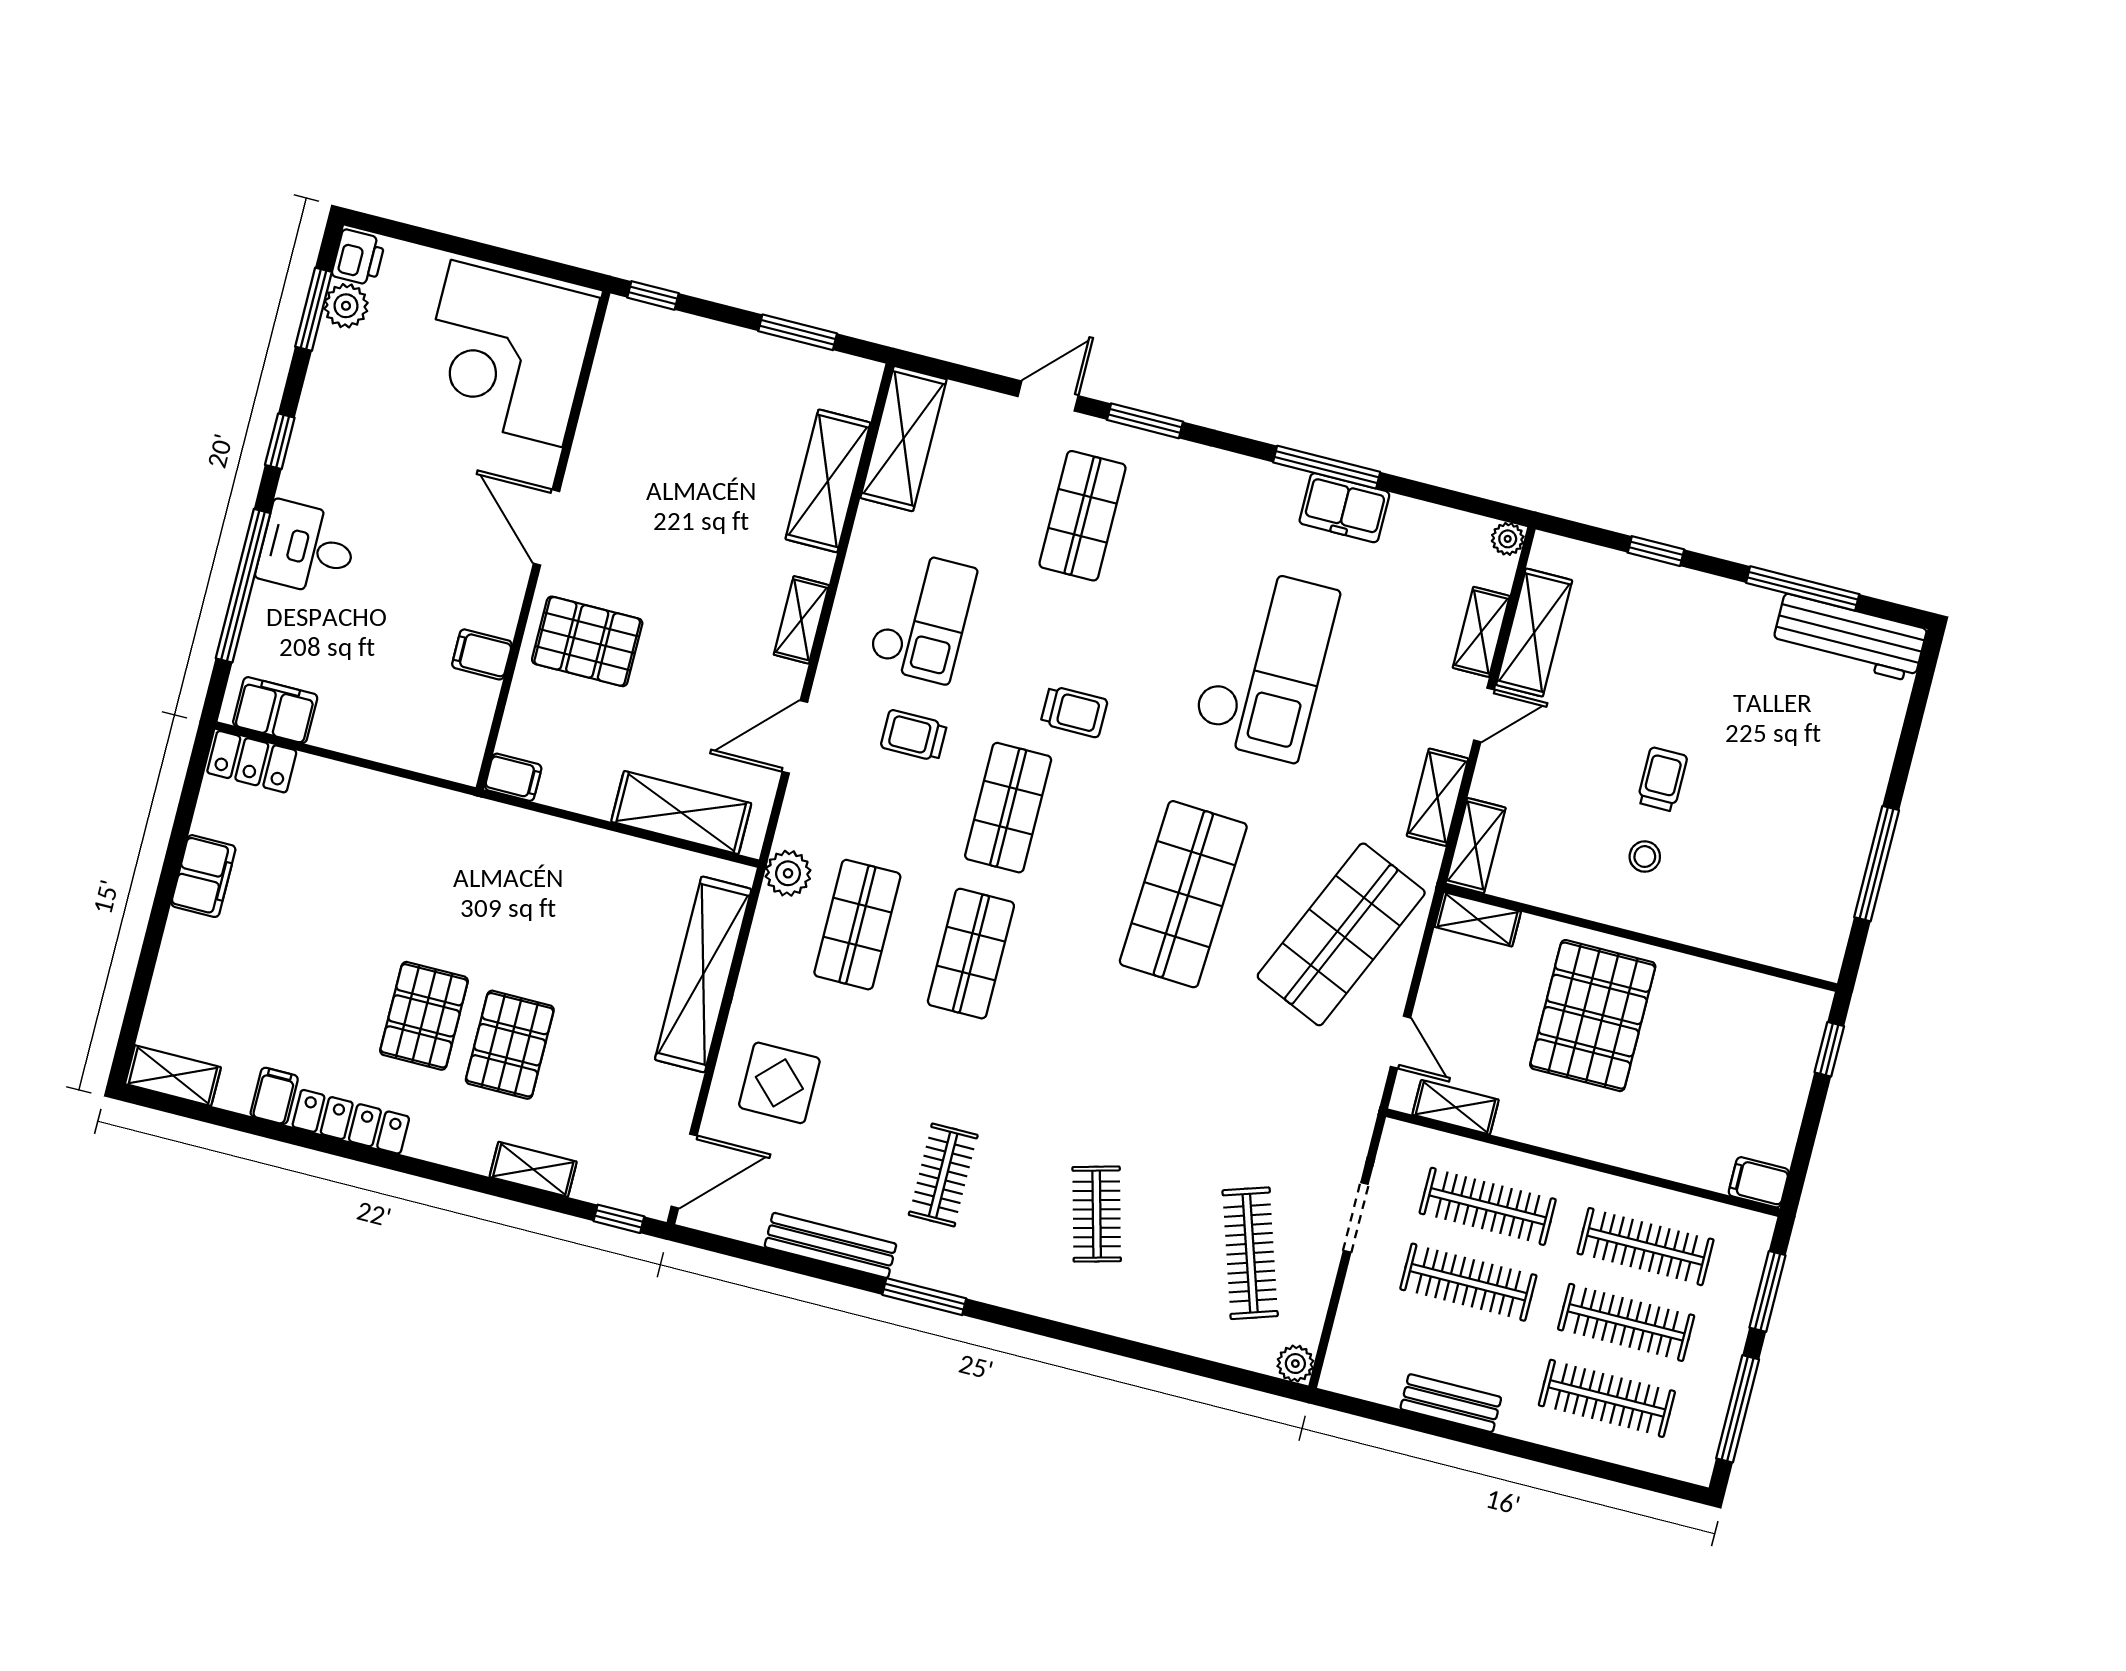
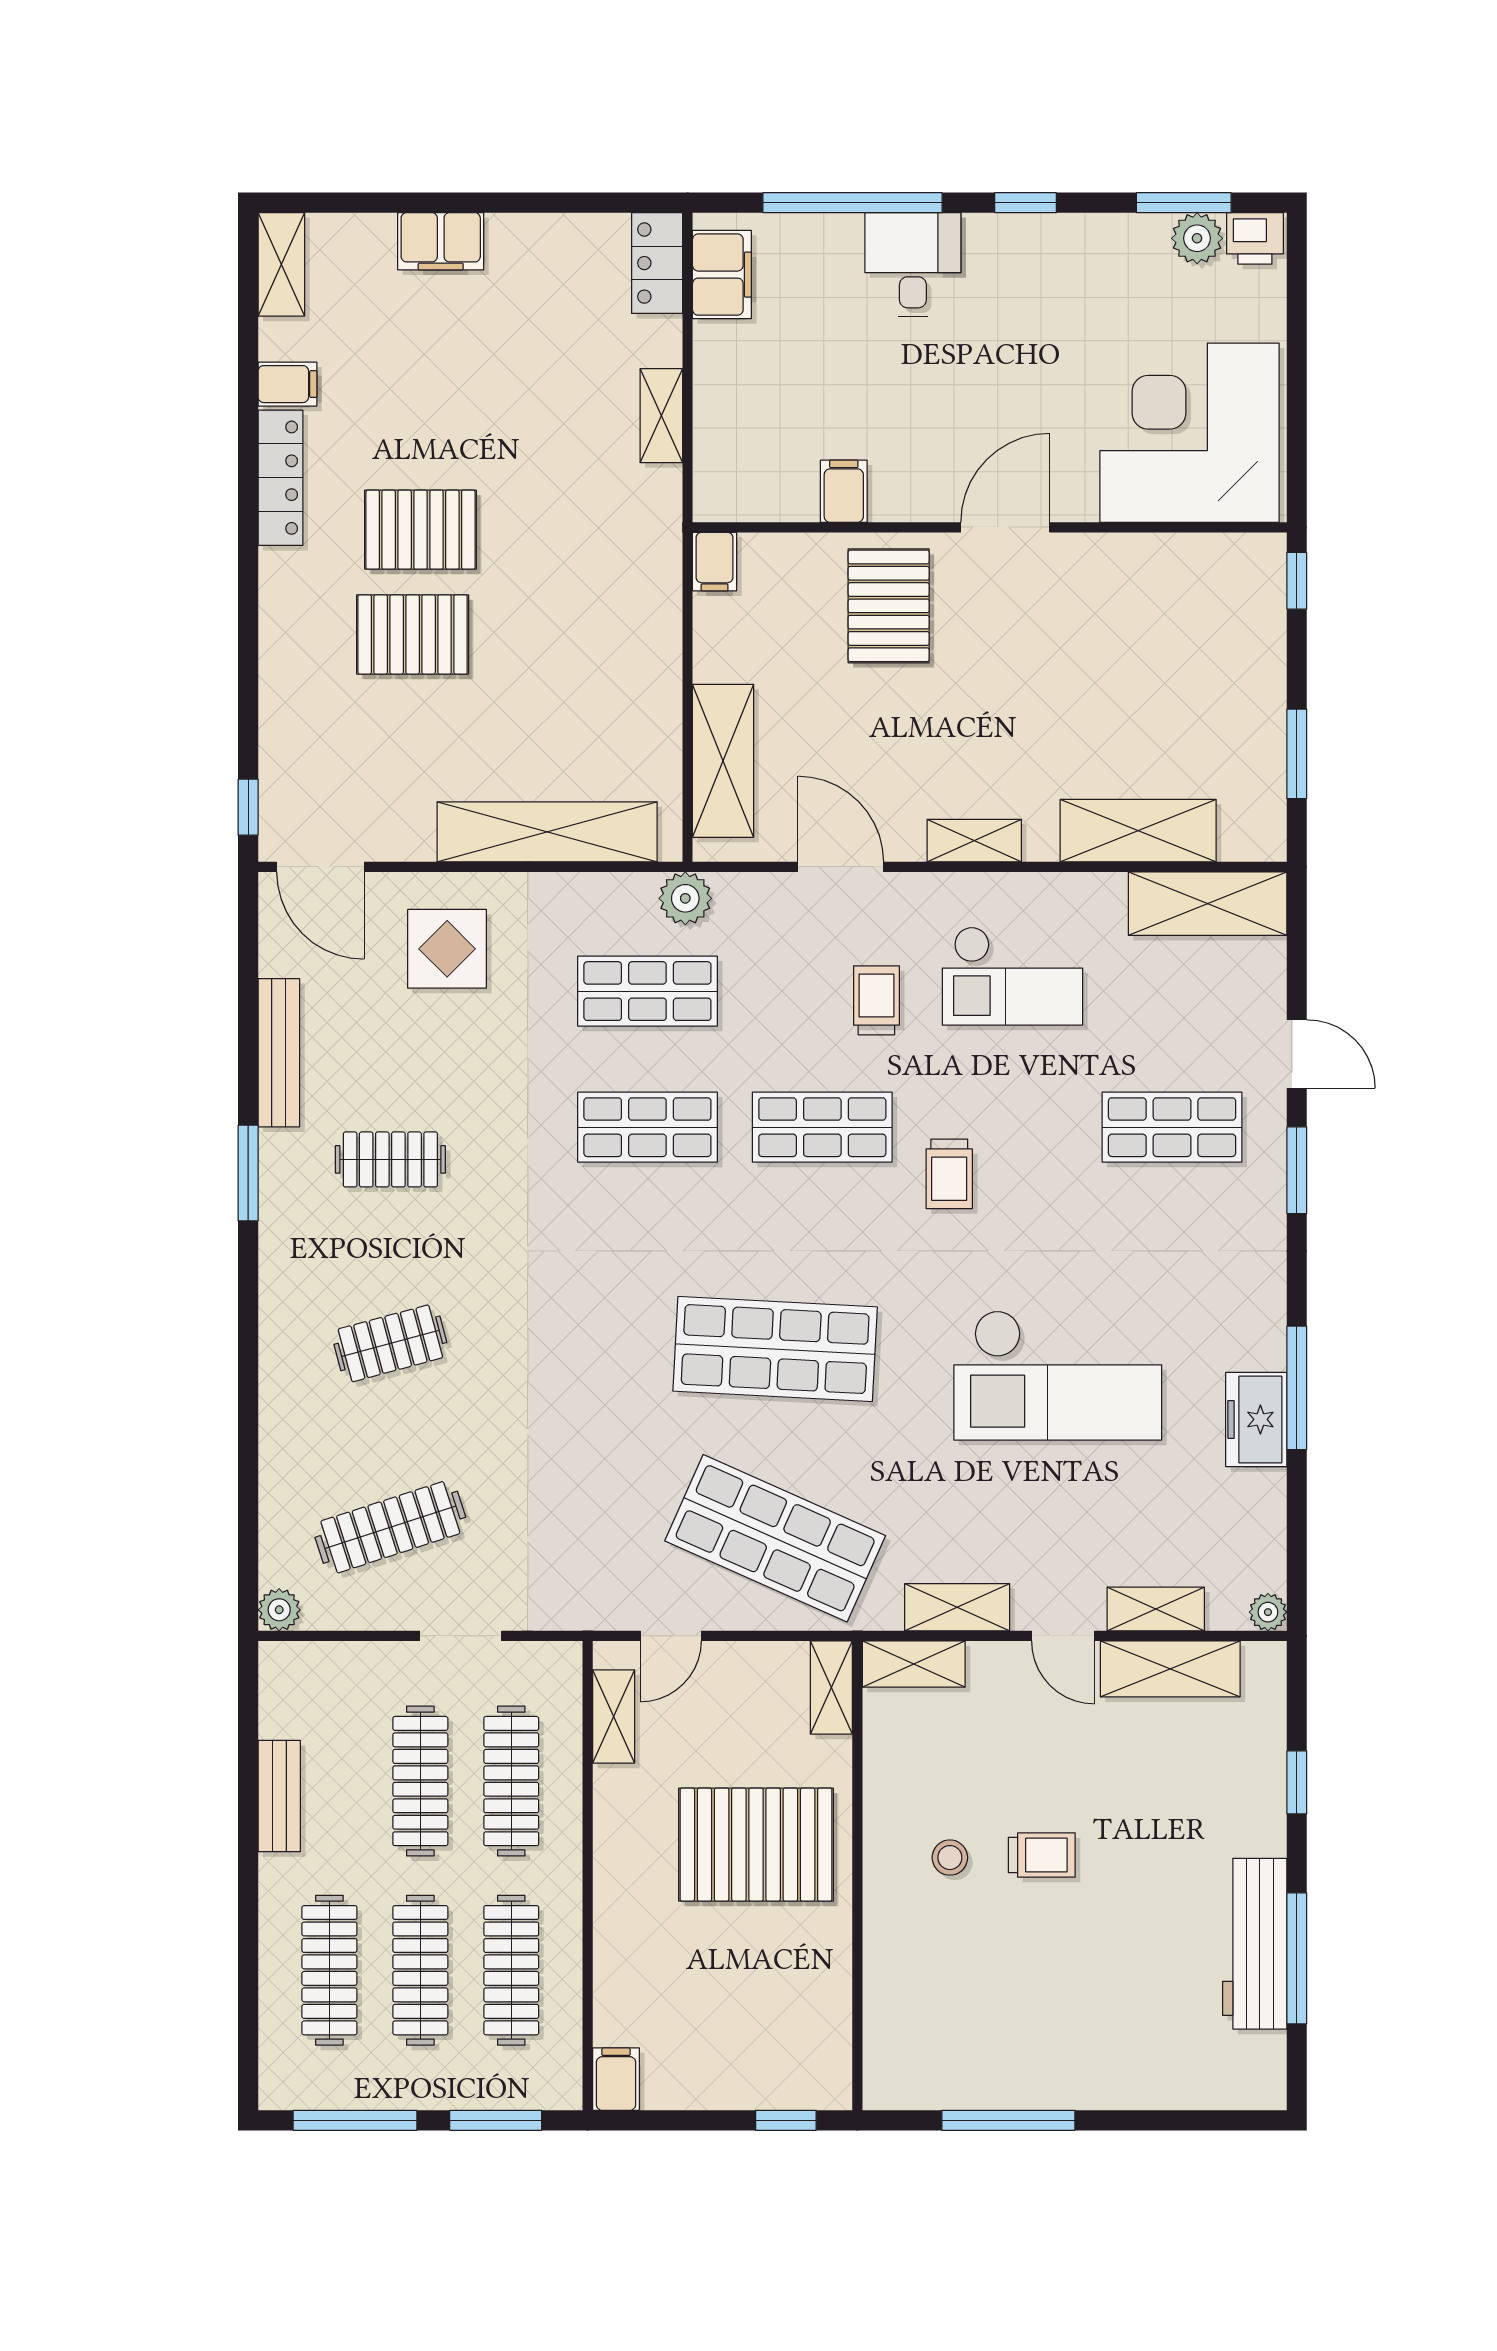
workbench: (1849, 638) -> (1255, 1944), moved
filing cabinet: (203, 876) -> (441, 241), moved
shelving: (533, 1169) -> (661, 416), moved

